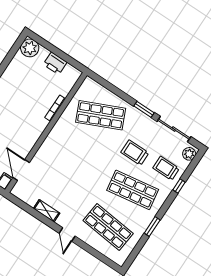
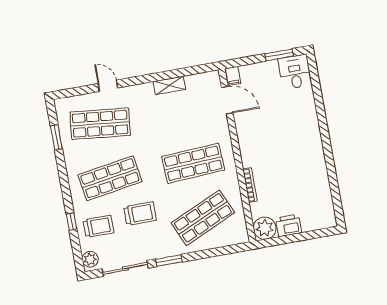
plant: (30, 48) -> (265, 228), moved
shop shelf: (76, 152) -> (193, 163), added
window: (152, 227) -> (56, 137), moved
door: (67, 235) -> (108, 86), moved

